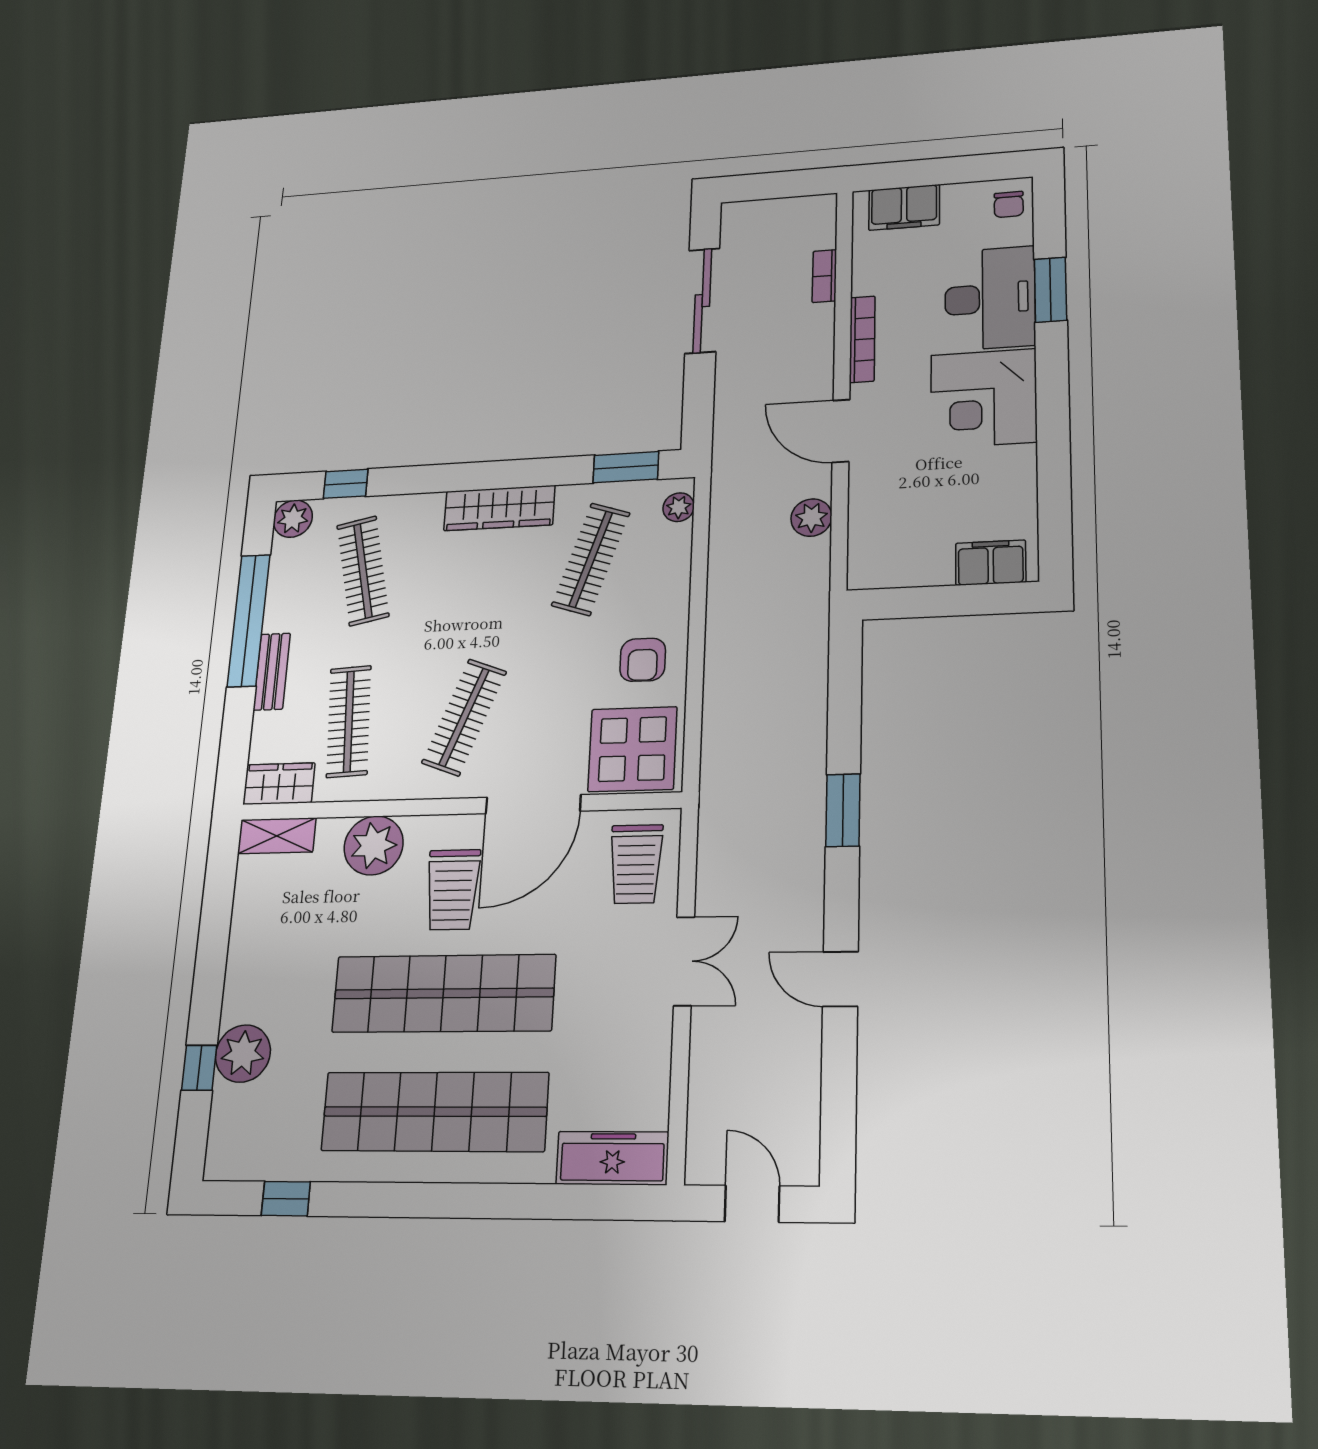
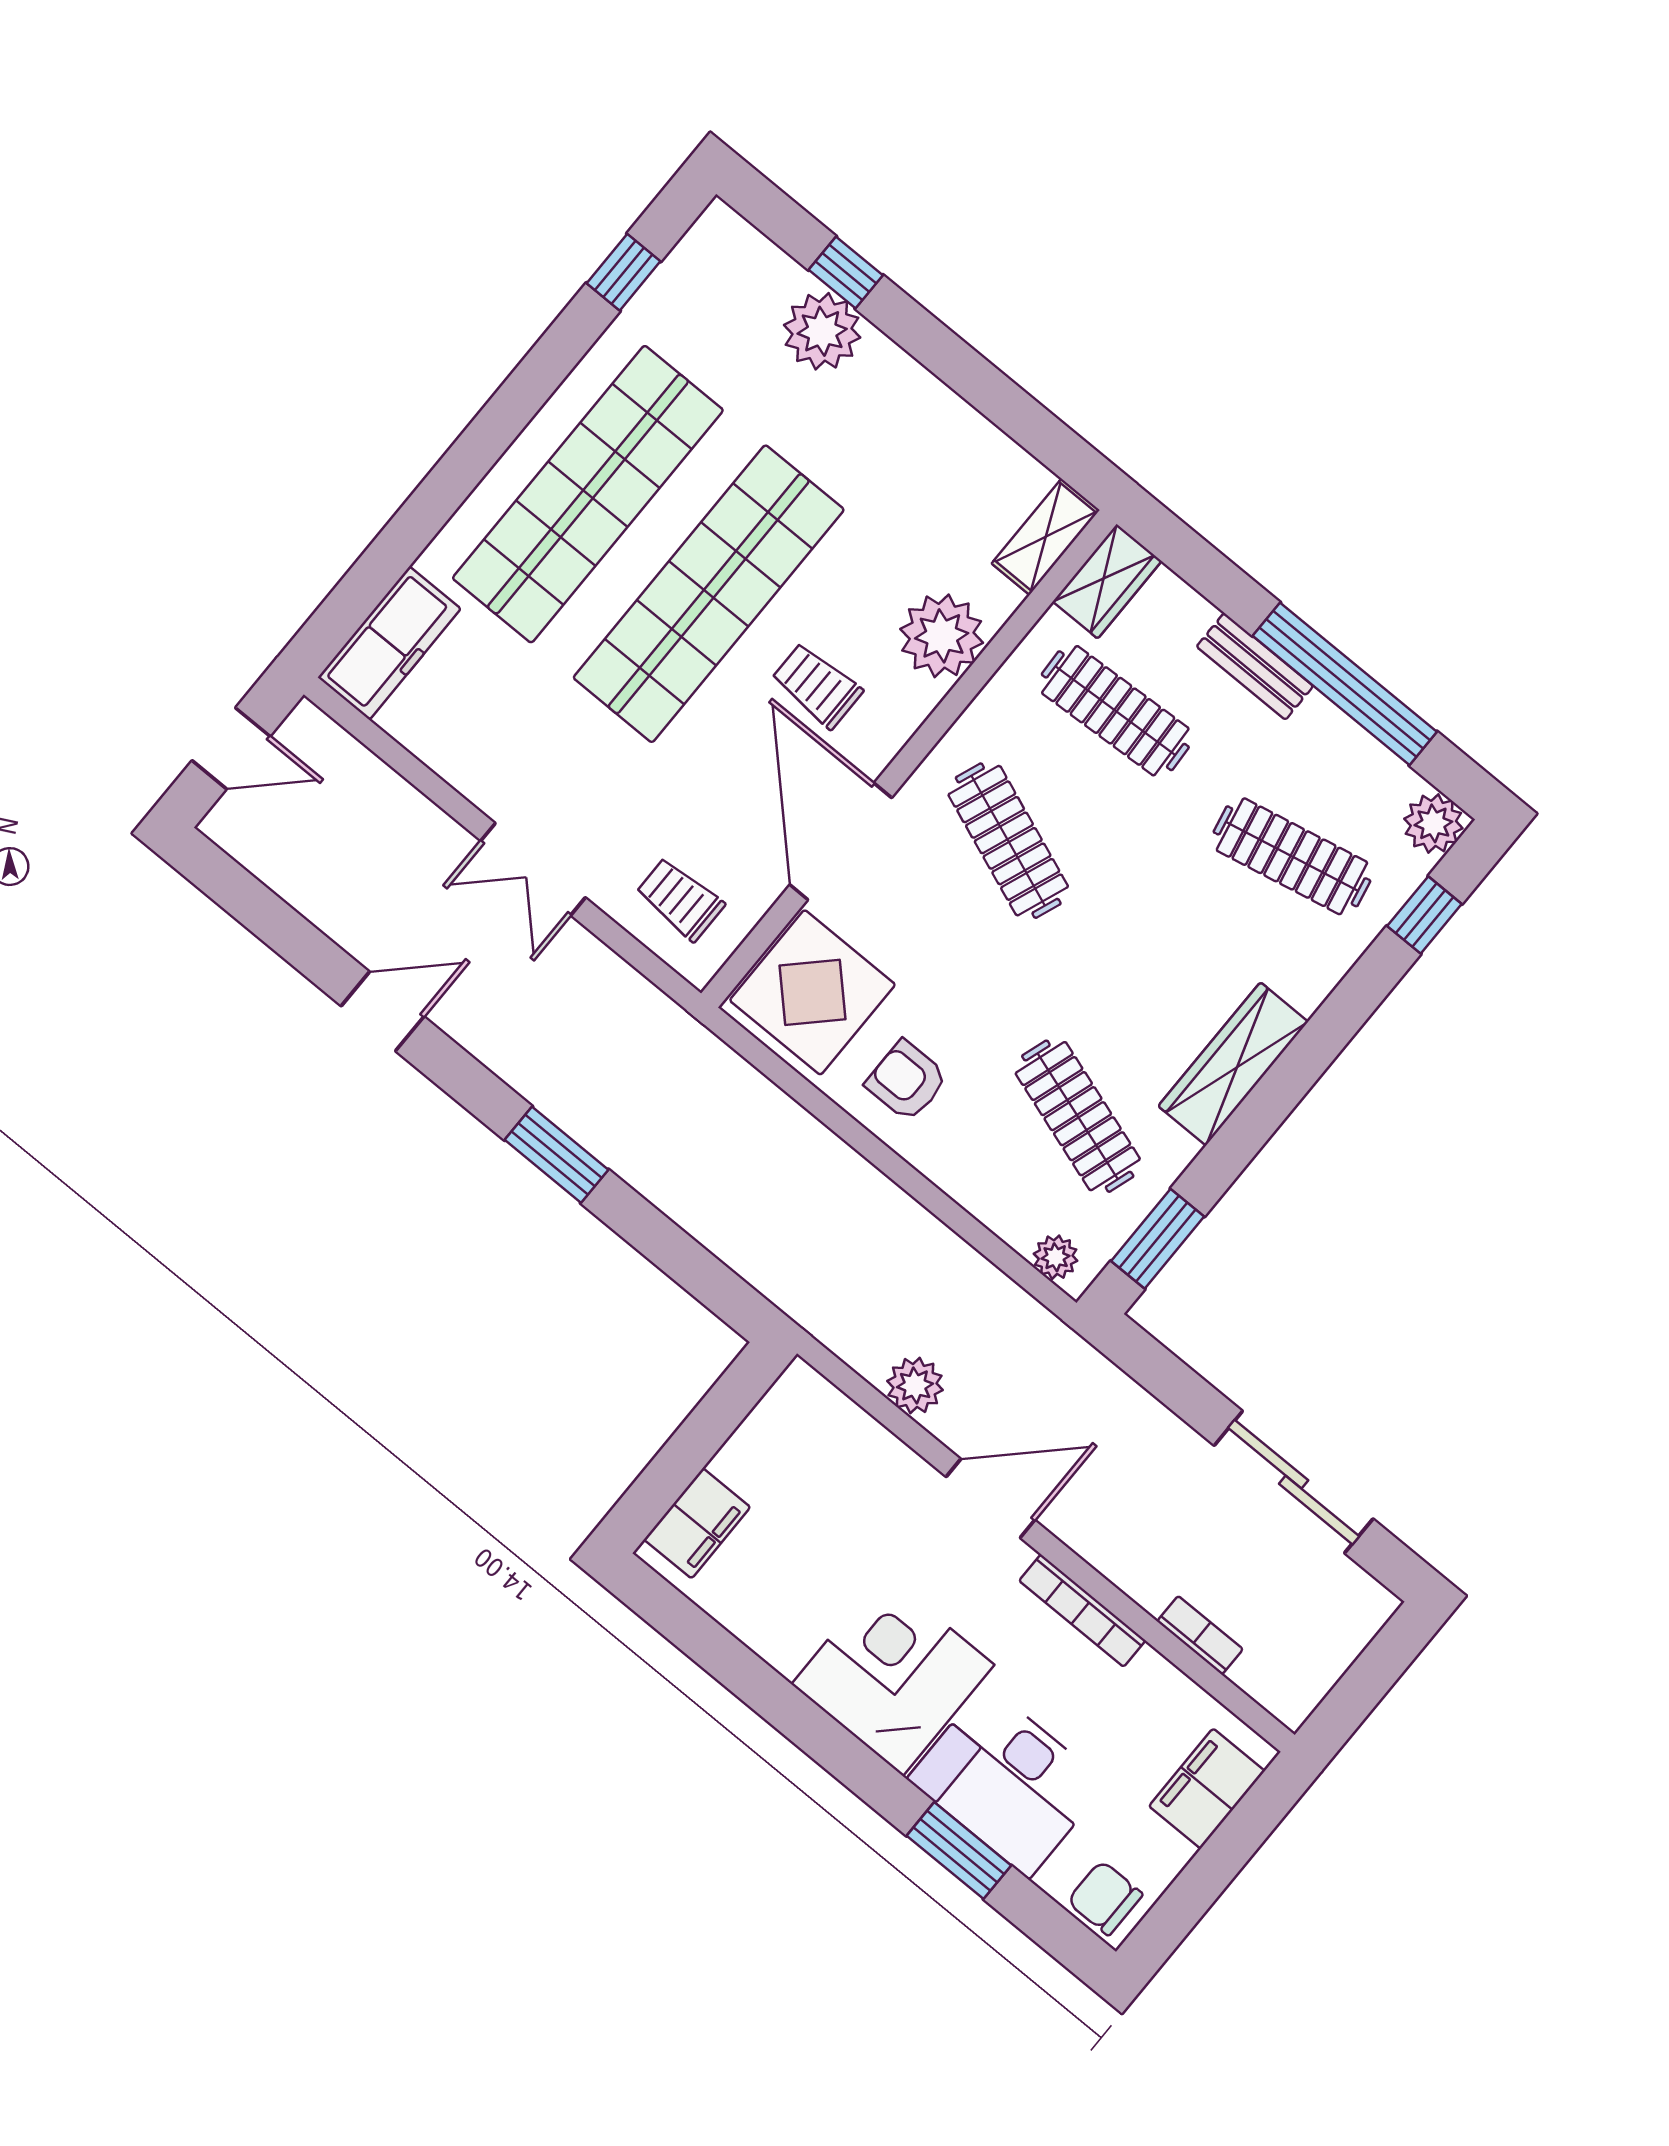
chair: (1009, 204) -> (1105, 1898), width x1.37, depth x1.37
trolley: (636, 864) -> (680, 899), width x0.73, depth x0.72
trolley: (453, 890) -> (817, 686), width x0.73, depth x0.72

